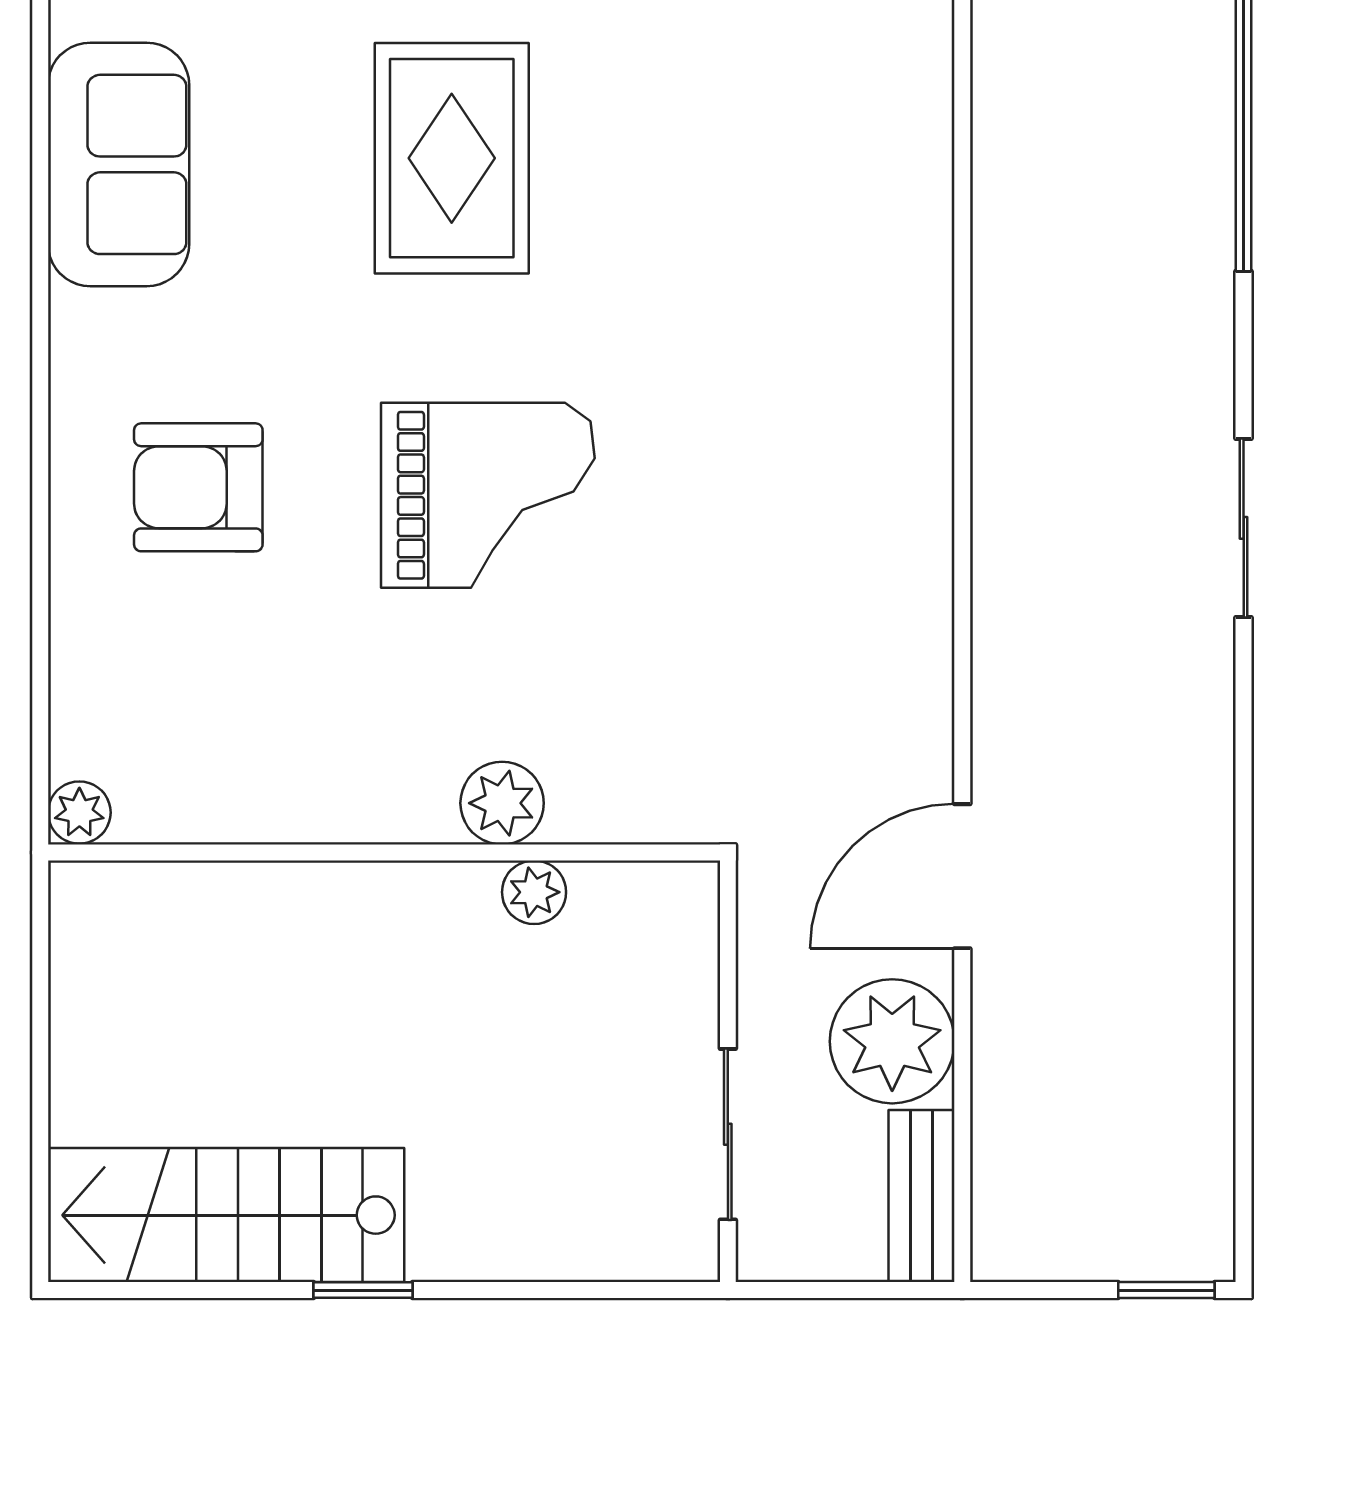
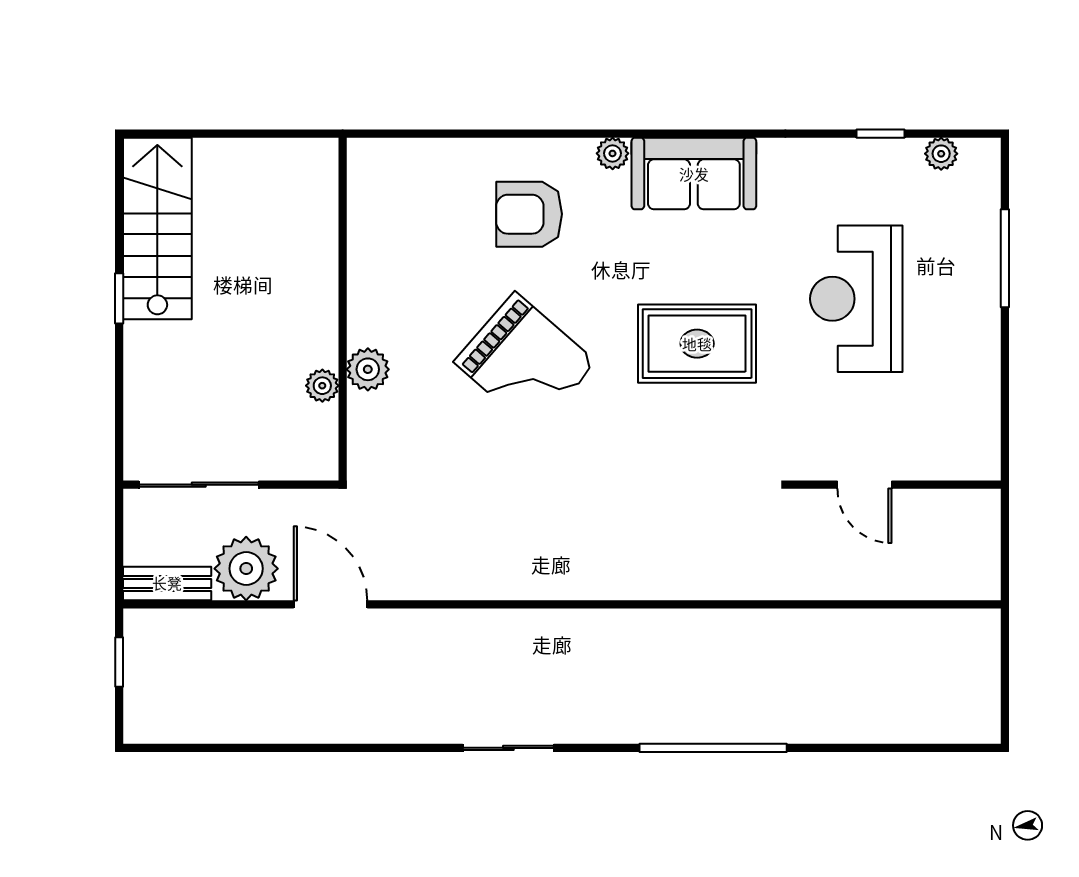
armchair: (198, 487) -> (529, 214), turned -90
grand piano: (488, 495) -> (525, 362), turned -49
plant: (79, 813) -> (613, 153), moved
sliding door: (728, 1134) -> (199, 485), width x1.37
window: (1166, 1290) -> (119, 662), moved

